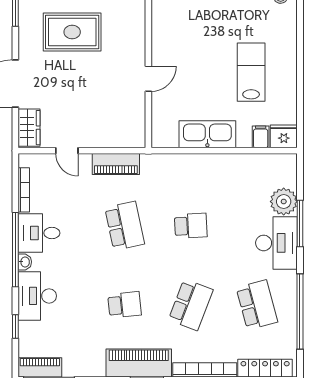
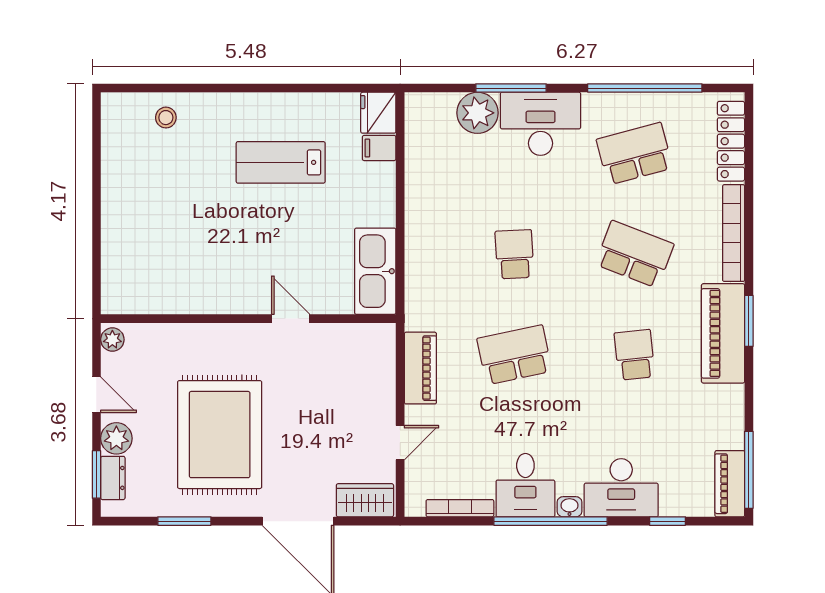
rug: (72, 32) -> (220, 435), width x1.37, depth x1.44
kitchen sink: (207, 134) -> (375, 271), moved

